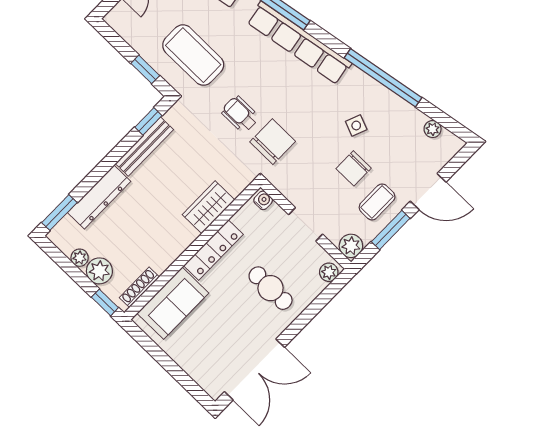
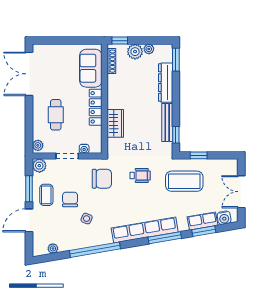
chair: (273, 142) -> (102, 179), moved, turned -90
water cooler: (263, 200) -> (84, 149), moved
cafe table: (271, 288) -> (56, 115), turned 90

